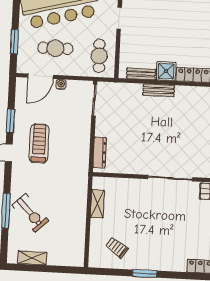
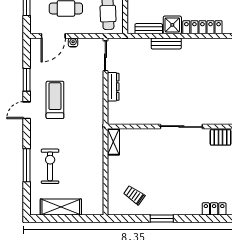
dresser: (100, 152) -> (113, 87), moved
shelving: (97, 204) -> (113, 142), moved
exercise bike: (30, 213) -> (50, 166), turned -137
shelving: (32, 258) -> (61, 207), width x1.50, depth x1.33

